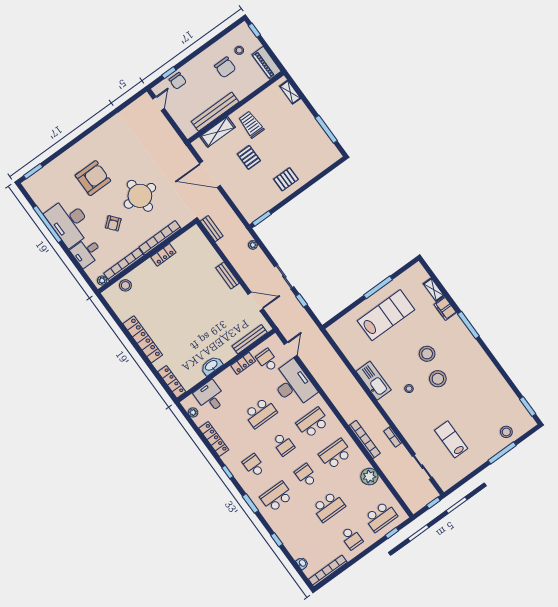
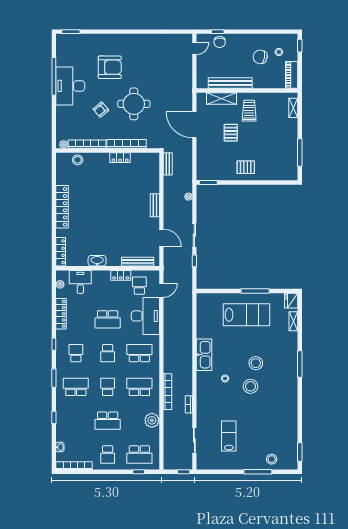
chair: (225, 67) -> (260, 57), turned 101
desk: (86, 252) -> (67, 116), removed
fridge: (418, 272) -> (291, 301), added
filing cabinet: (445, 309) -> (292, 340), removed

